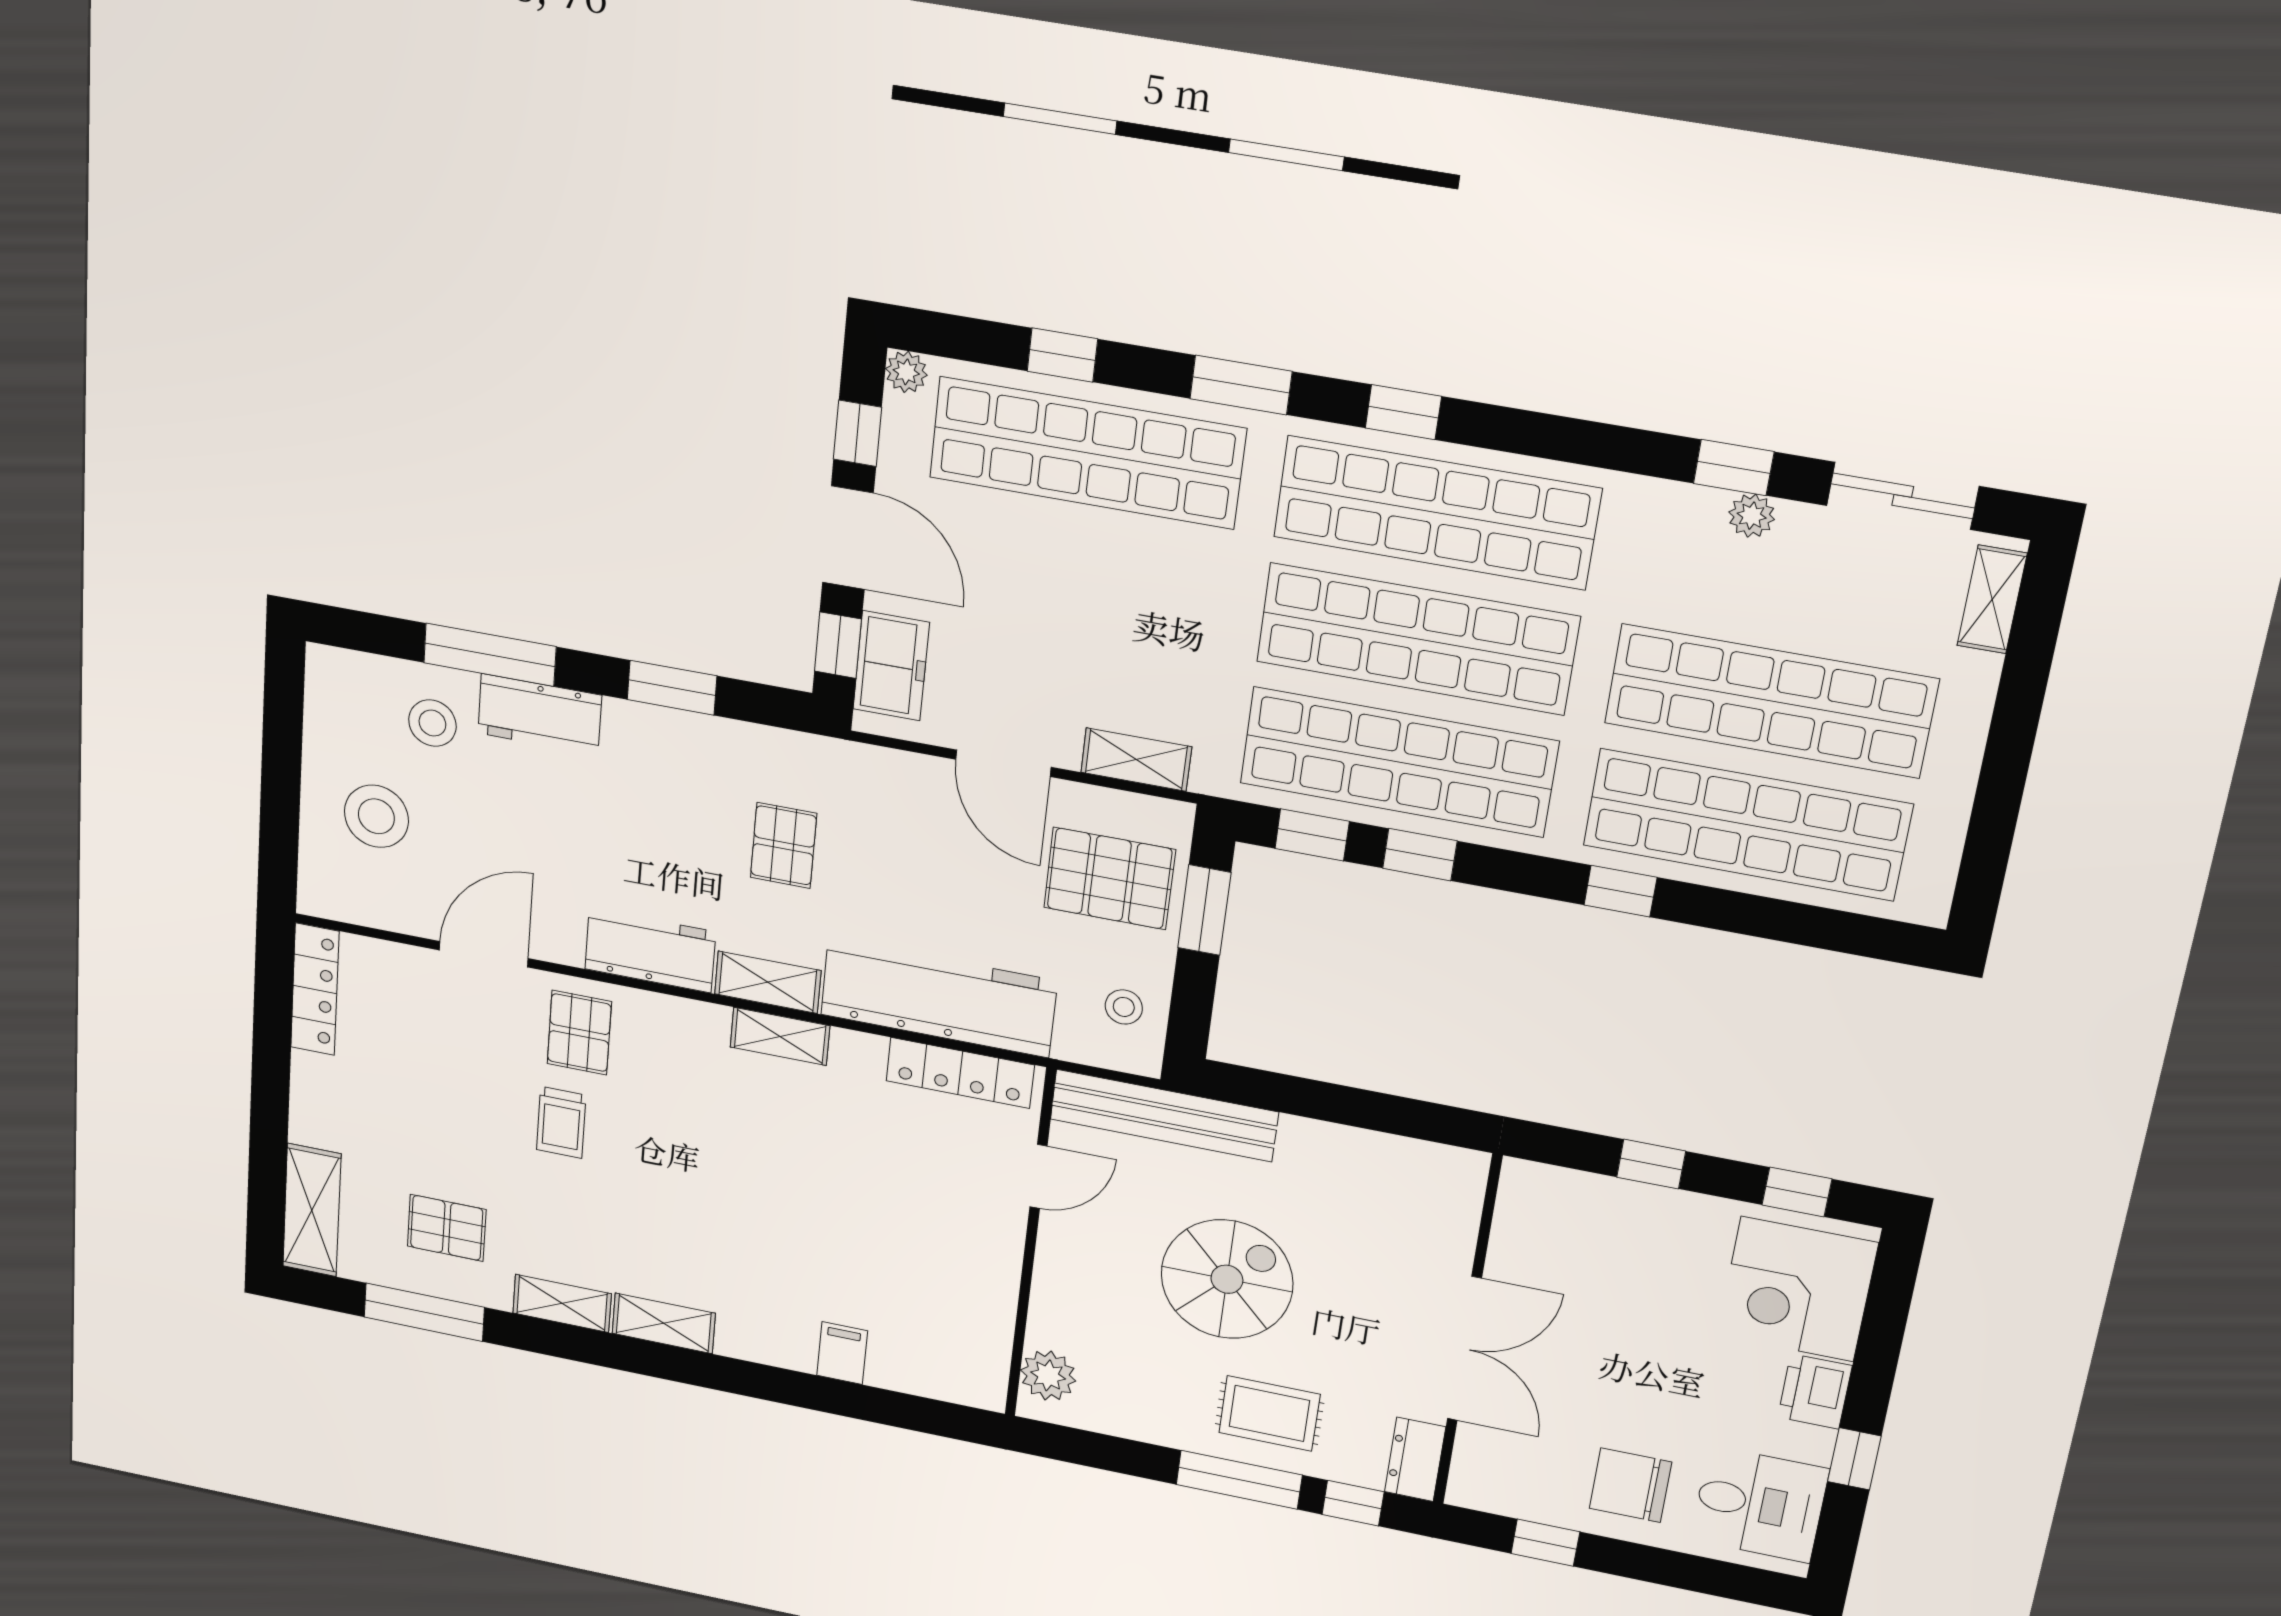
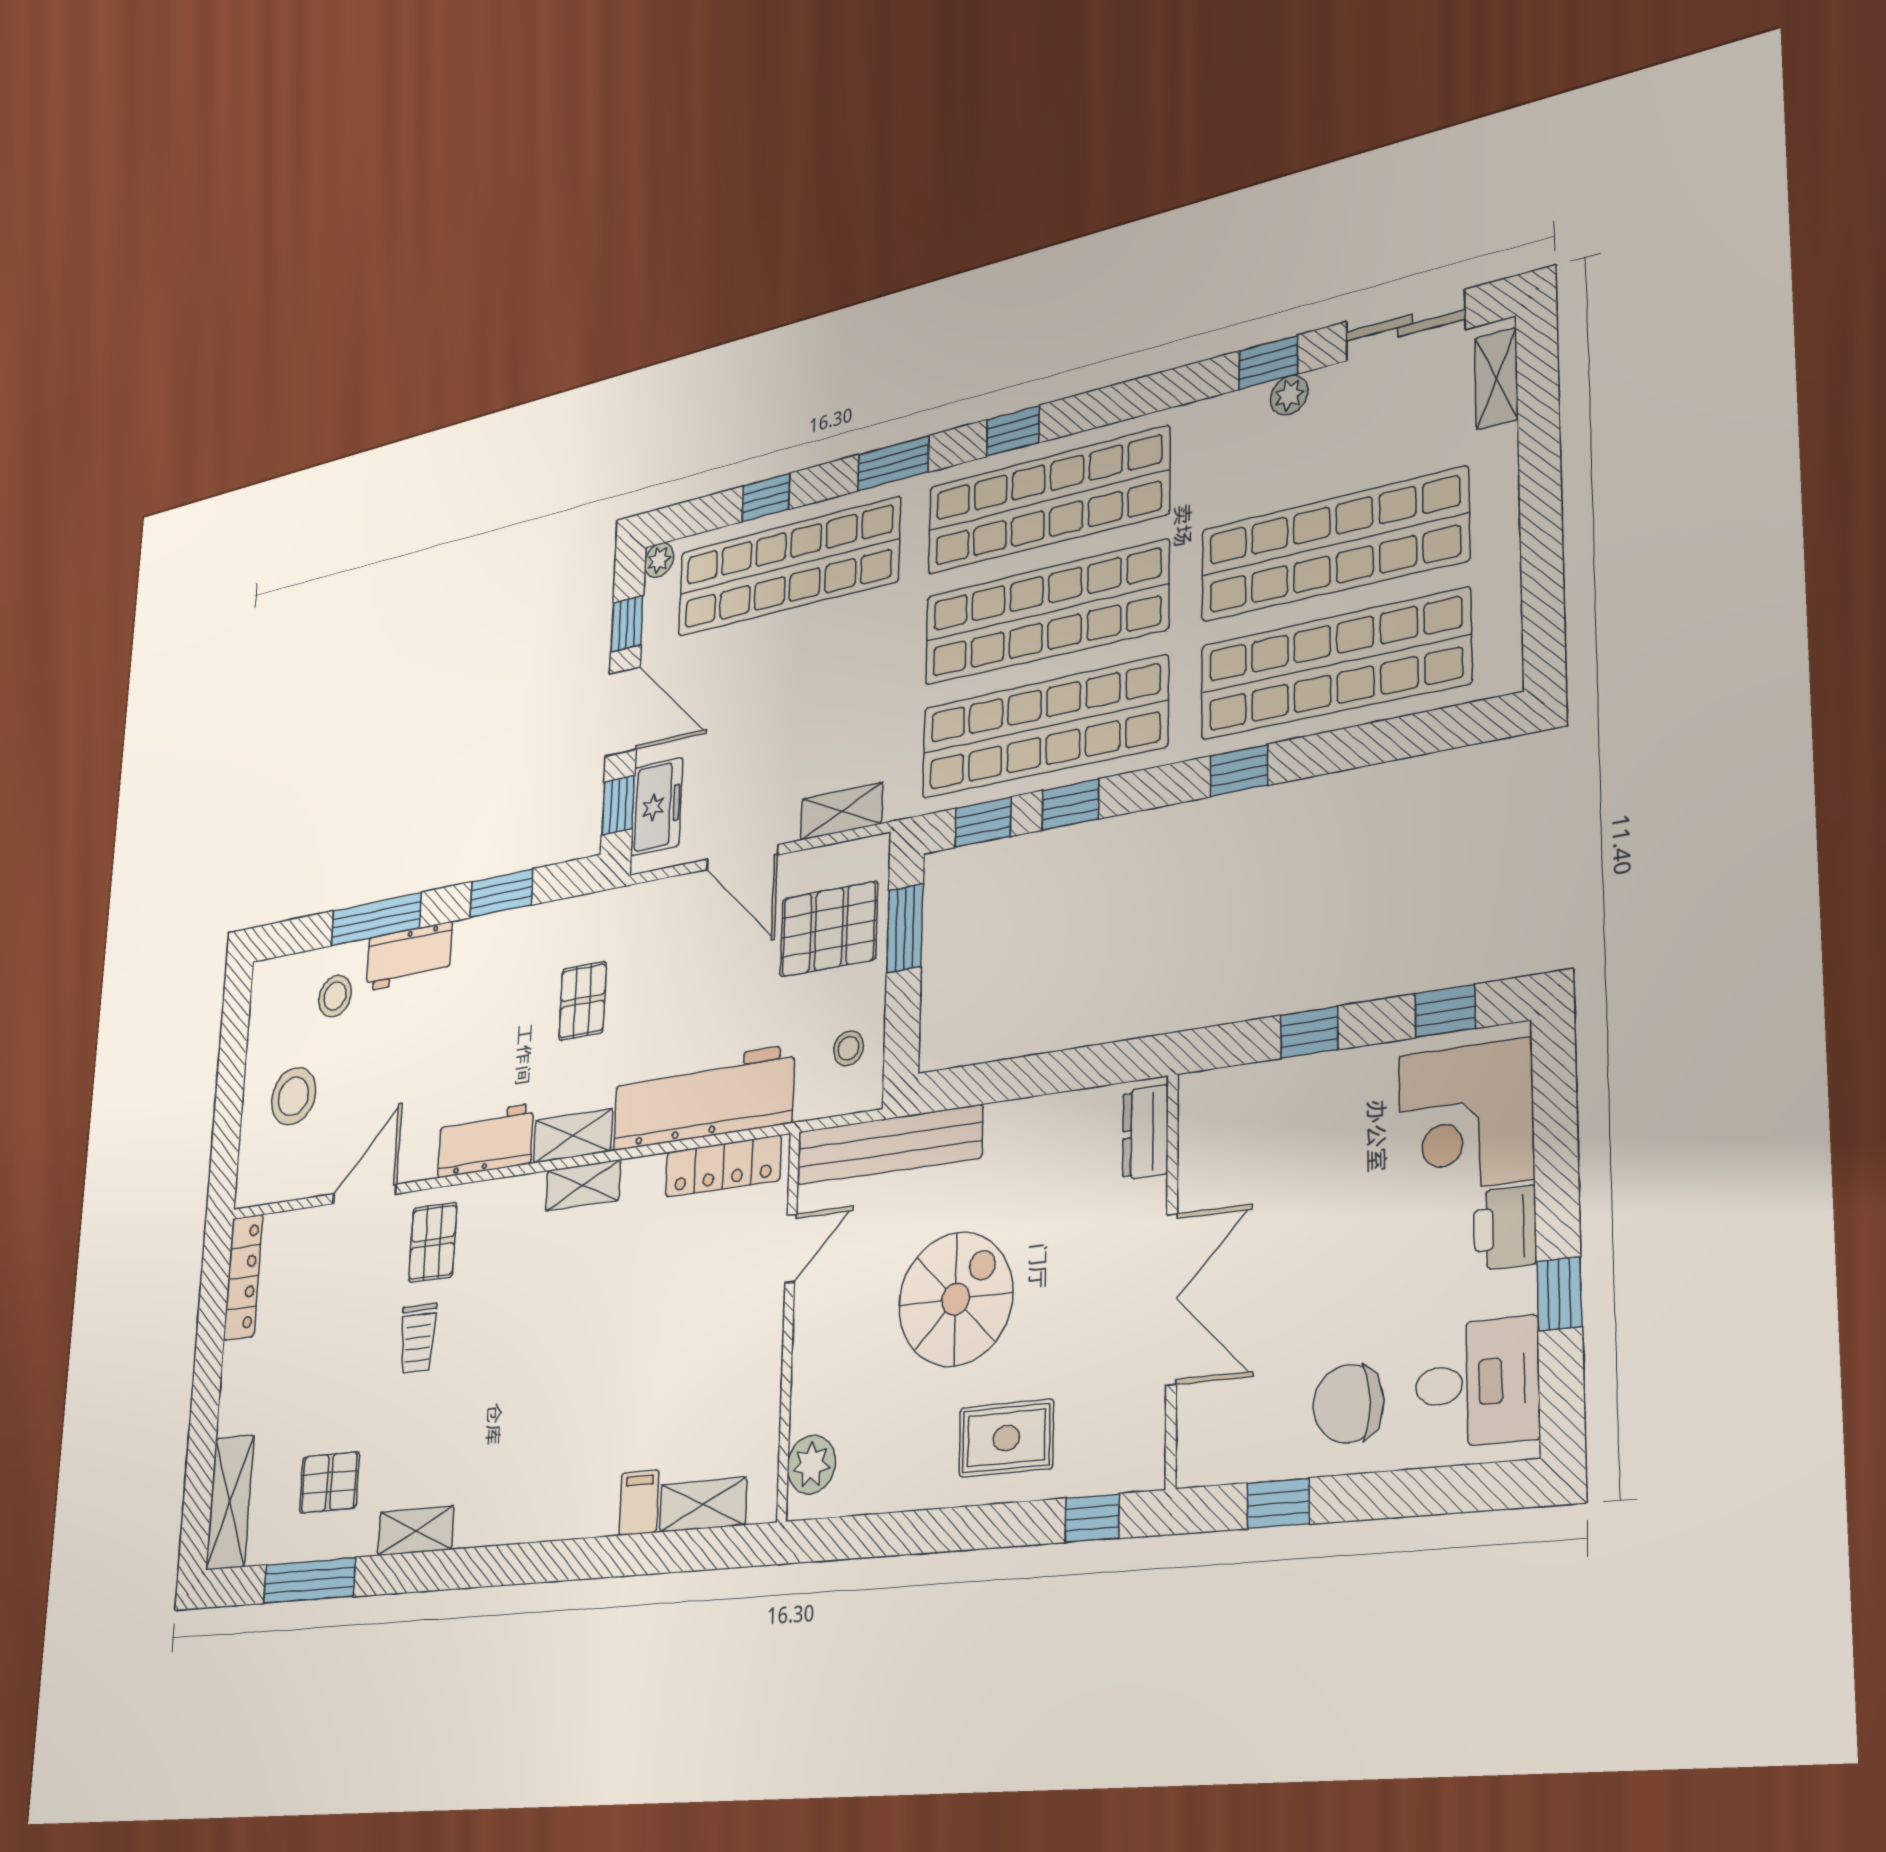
shelving: (664, 1323) -> (703, 1505), moved
dresser: (1415, 1459) -> (1145, 1132), moved
window: (1239, 1480) -> (987, 1527), removed

